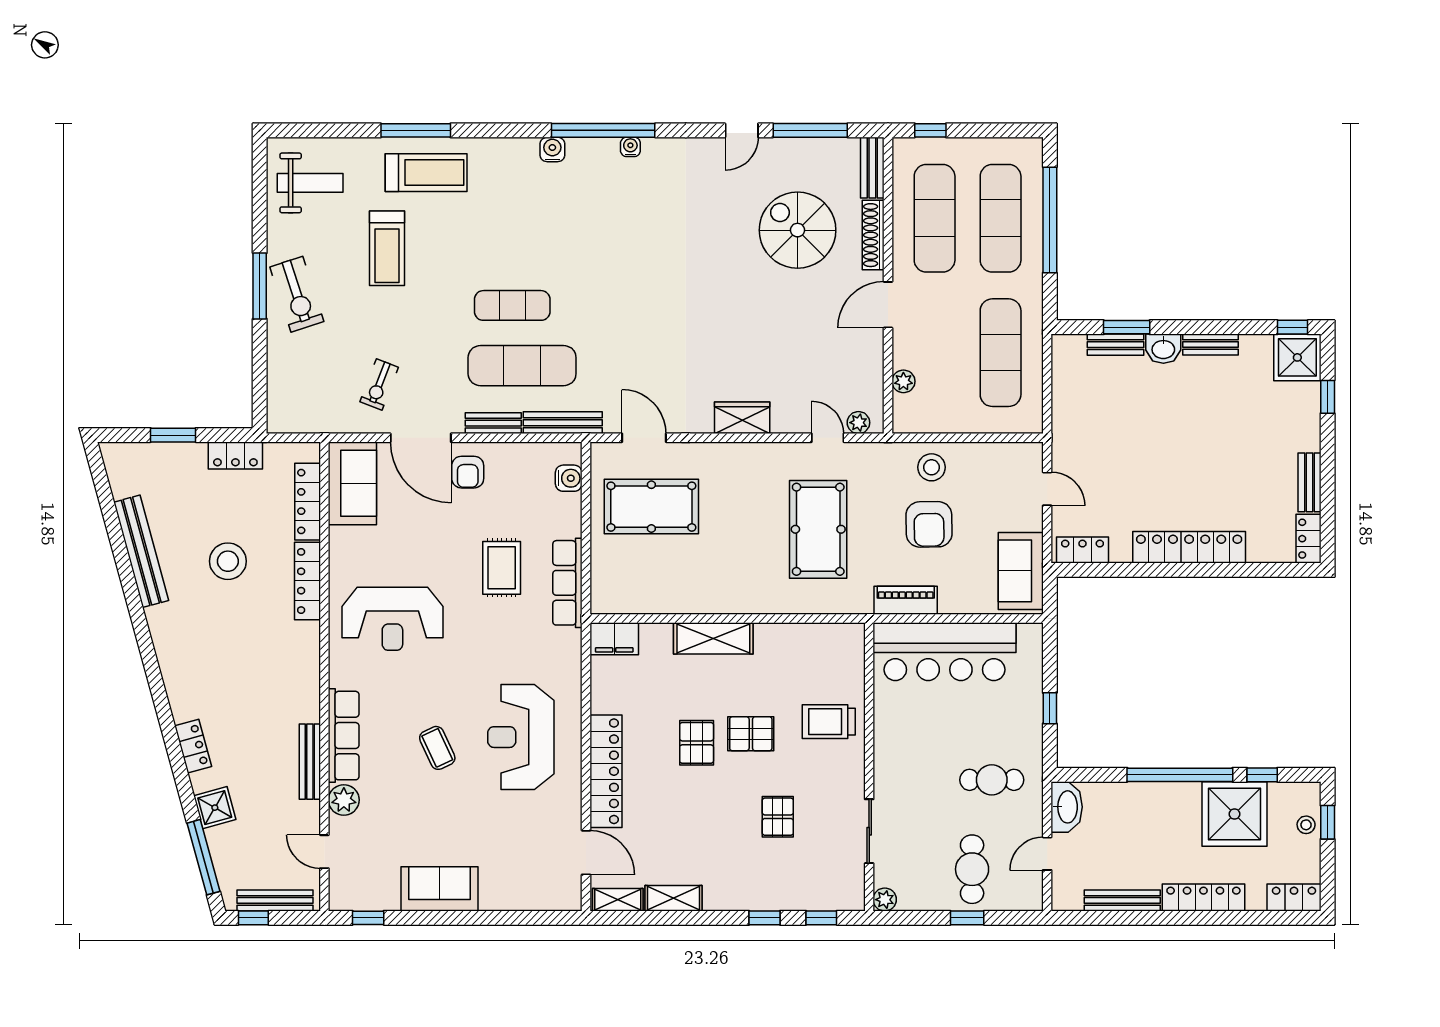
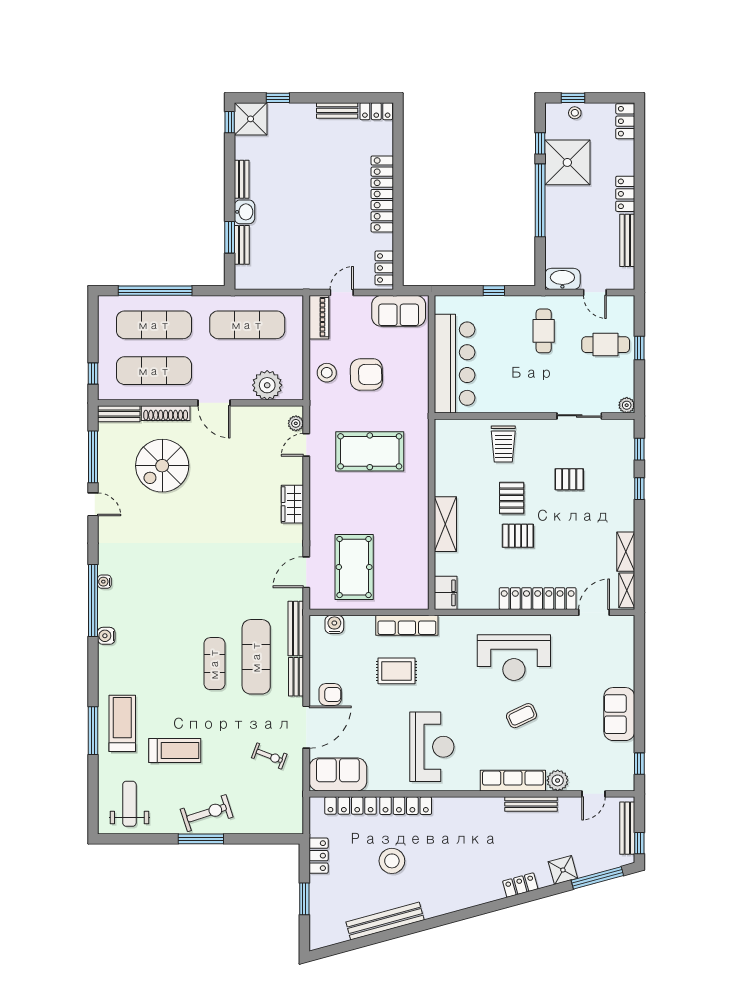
plant: (903, 381) -> (267, 385), width x1.87, depth x1.87
piano: (906, 600) -> (319, 317), moved, turned 180
locker: (1203, 897) -> (625, 194), width x0.66

